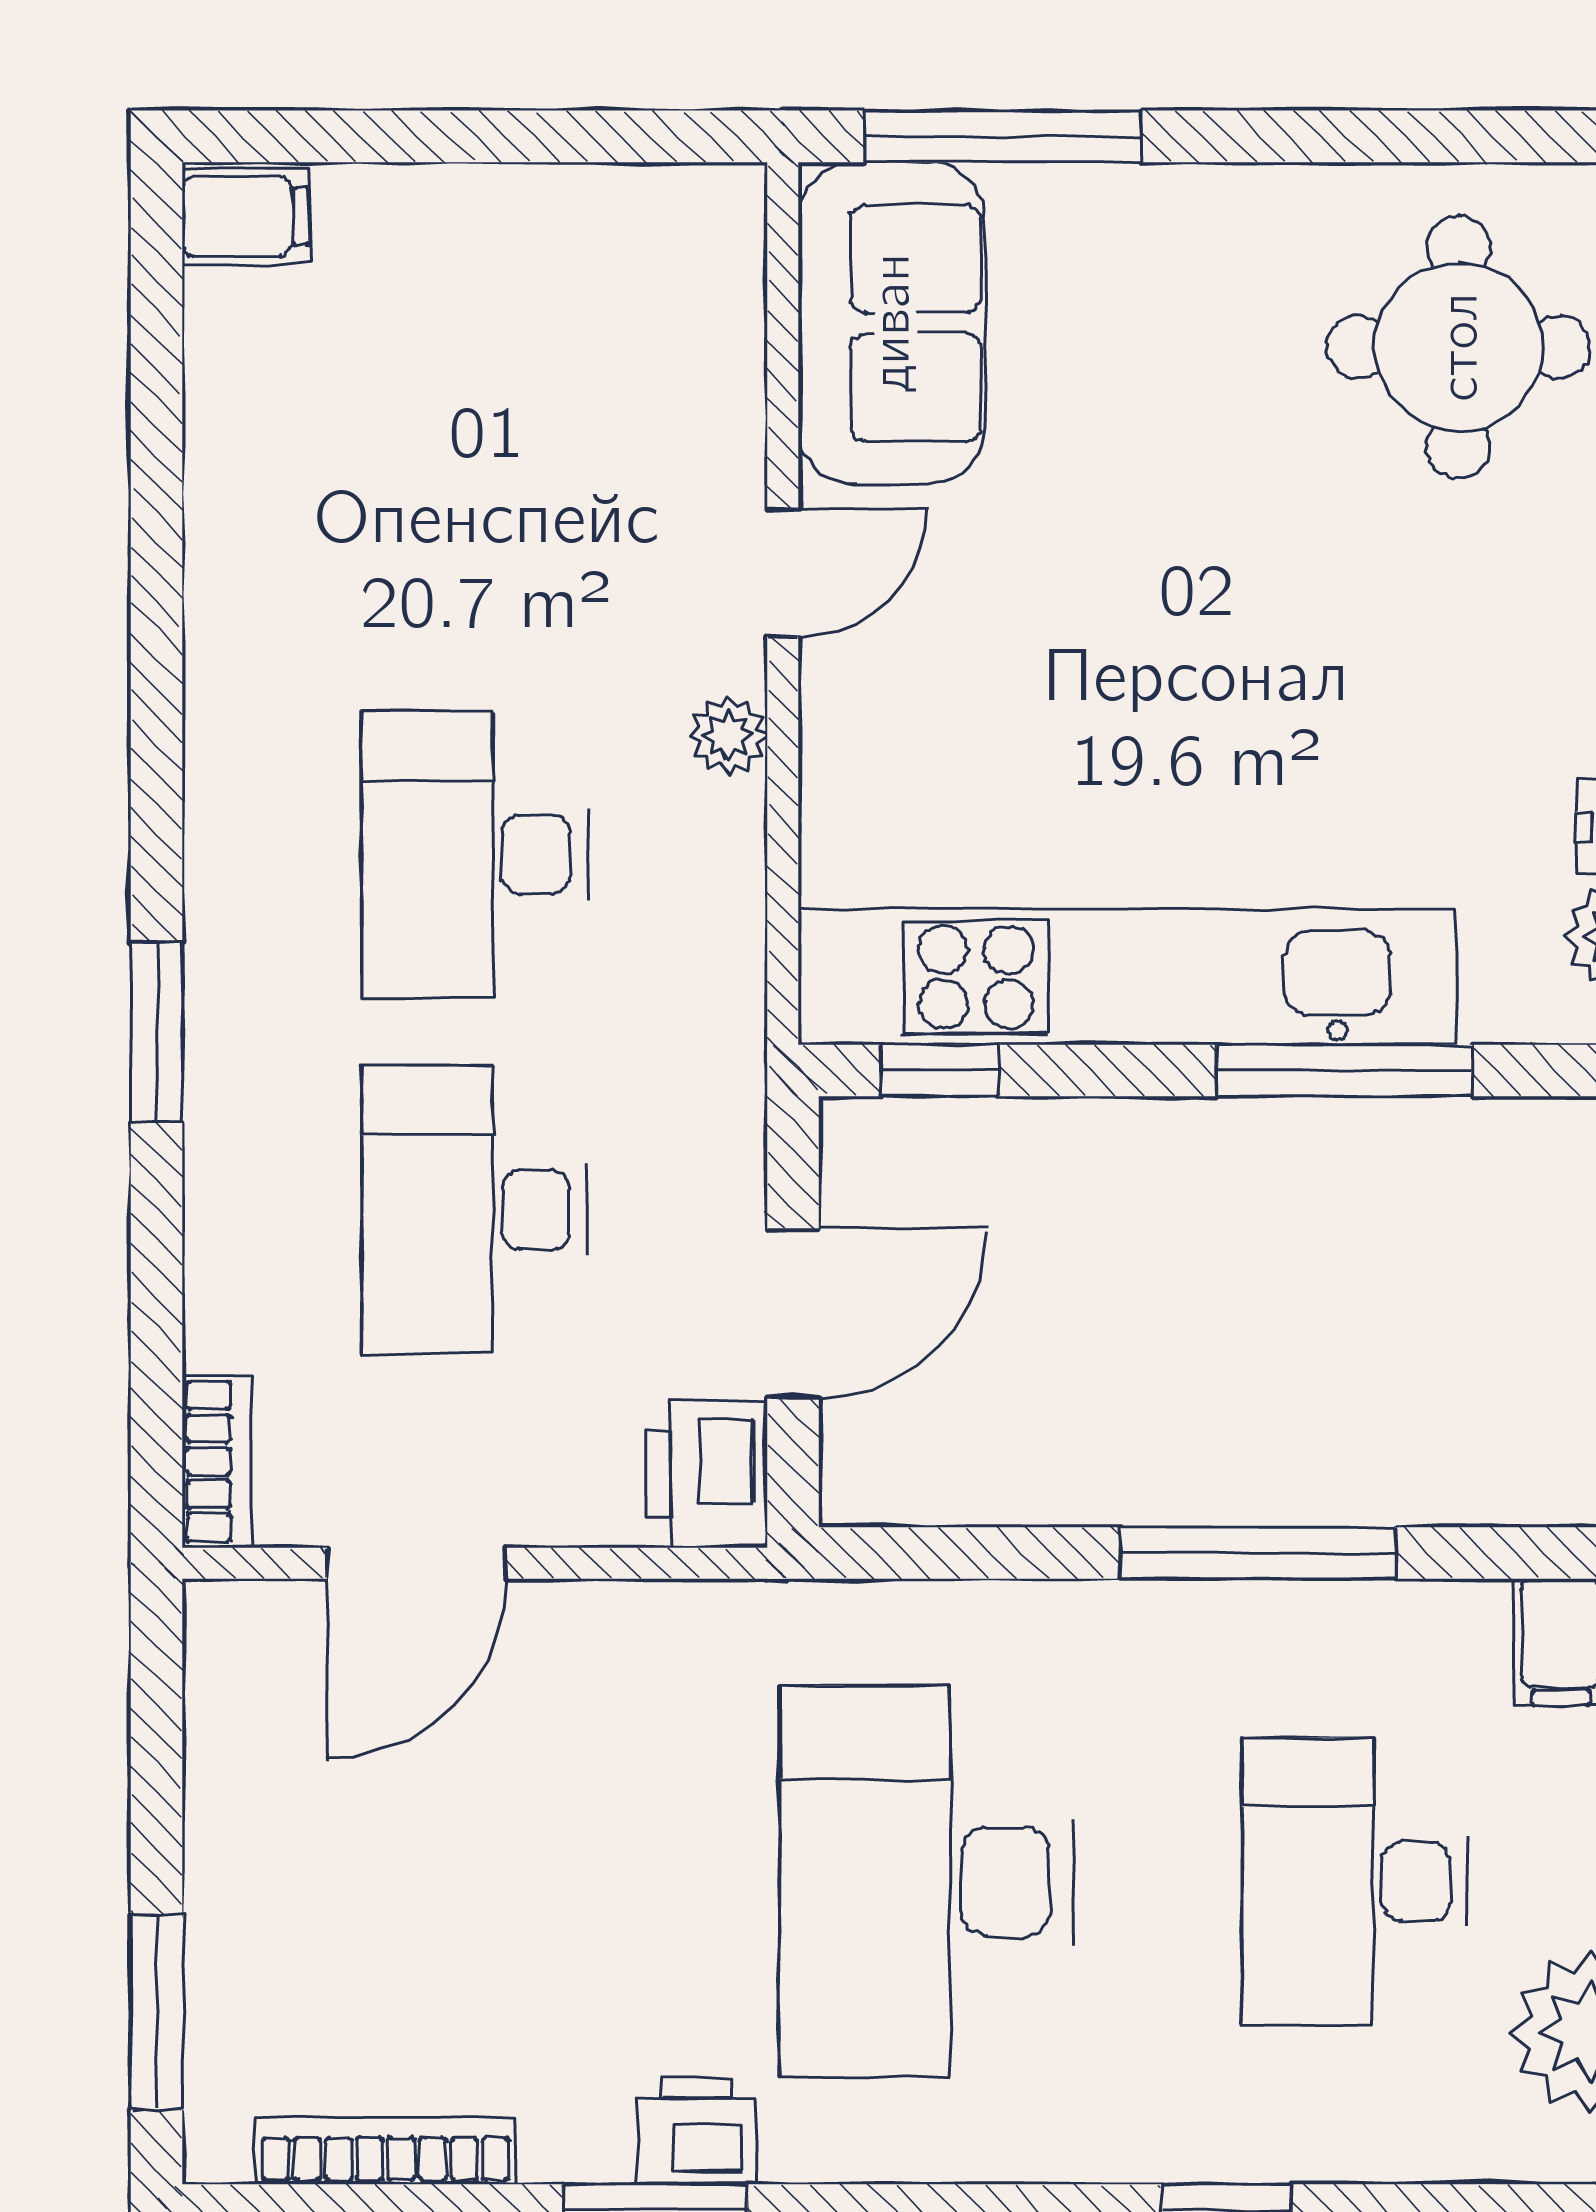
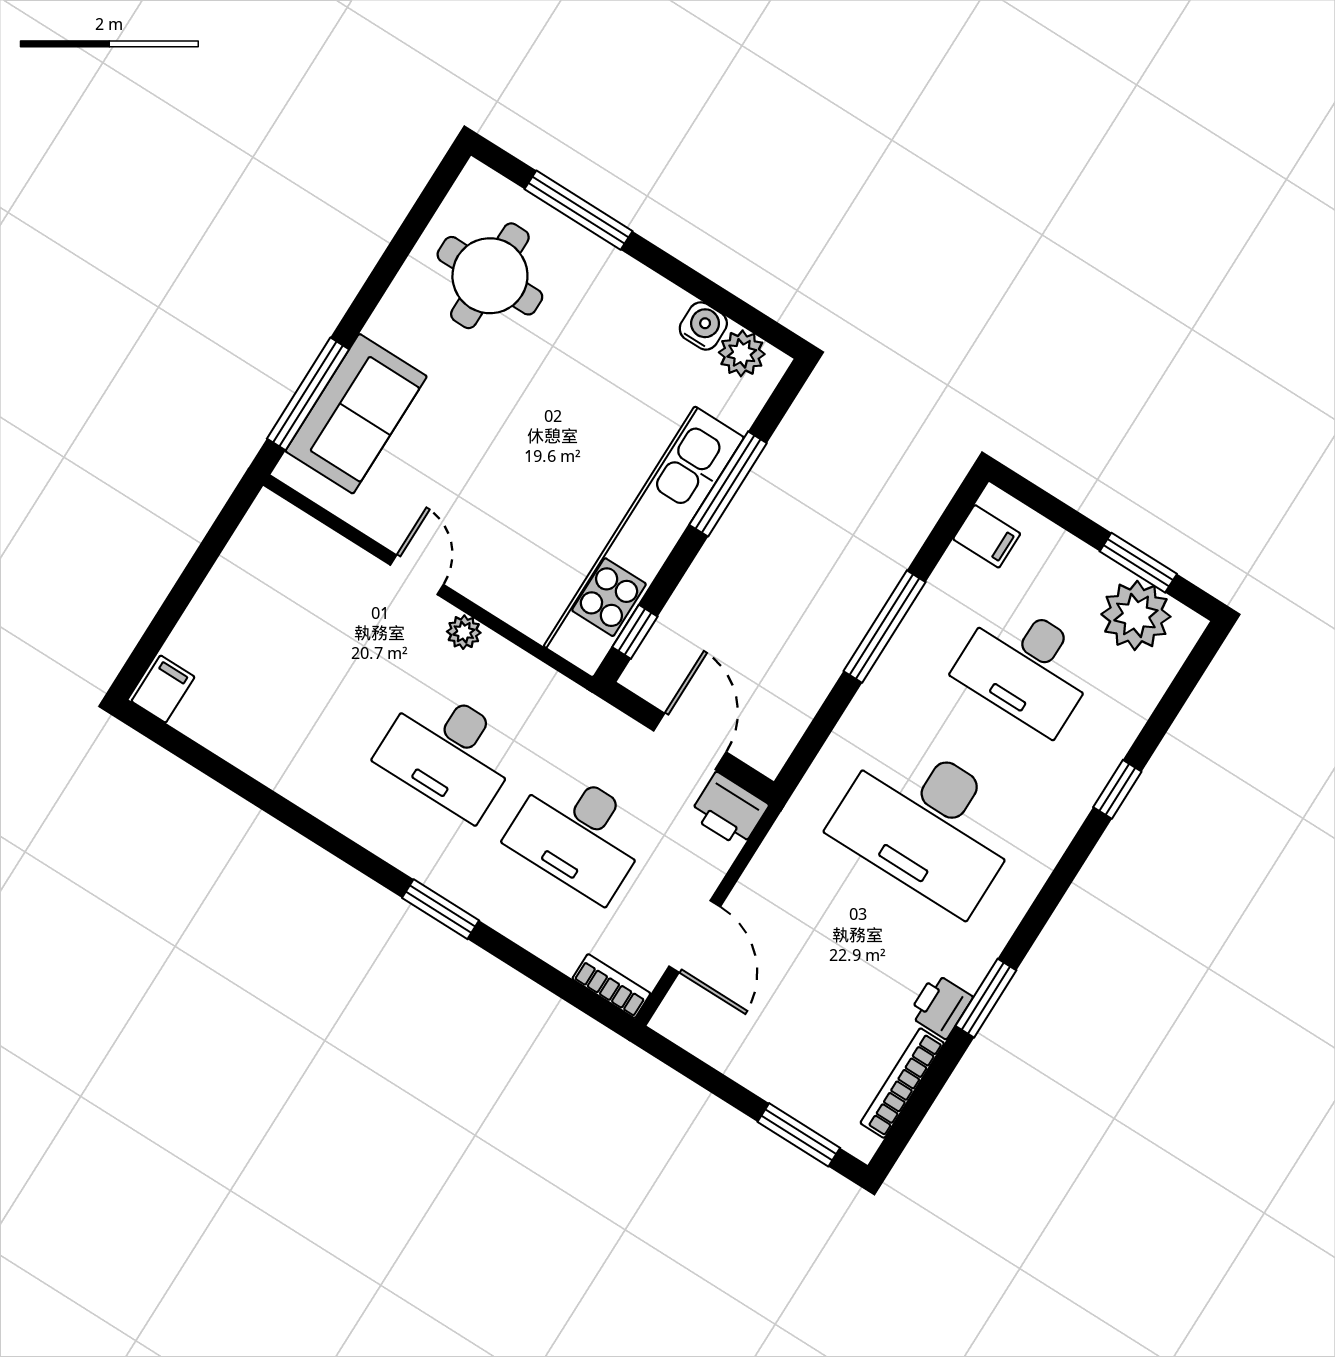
sofa: (891, 323) -> (356, 414), moved, turned 90
printer: (697, 2131) -> (940, 1006), moved

